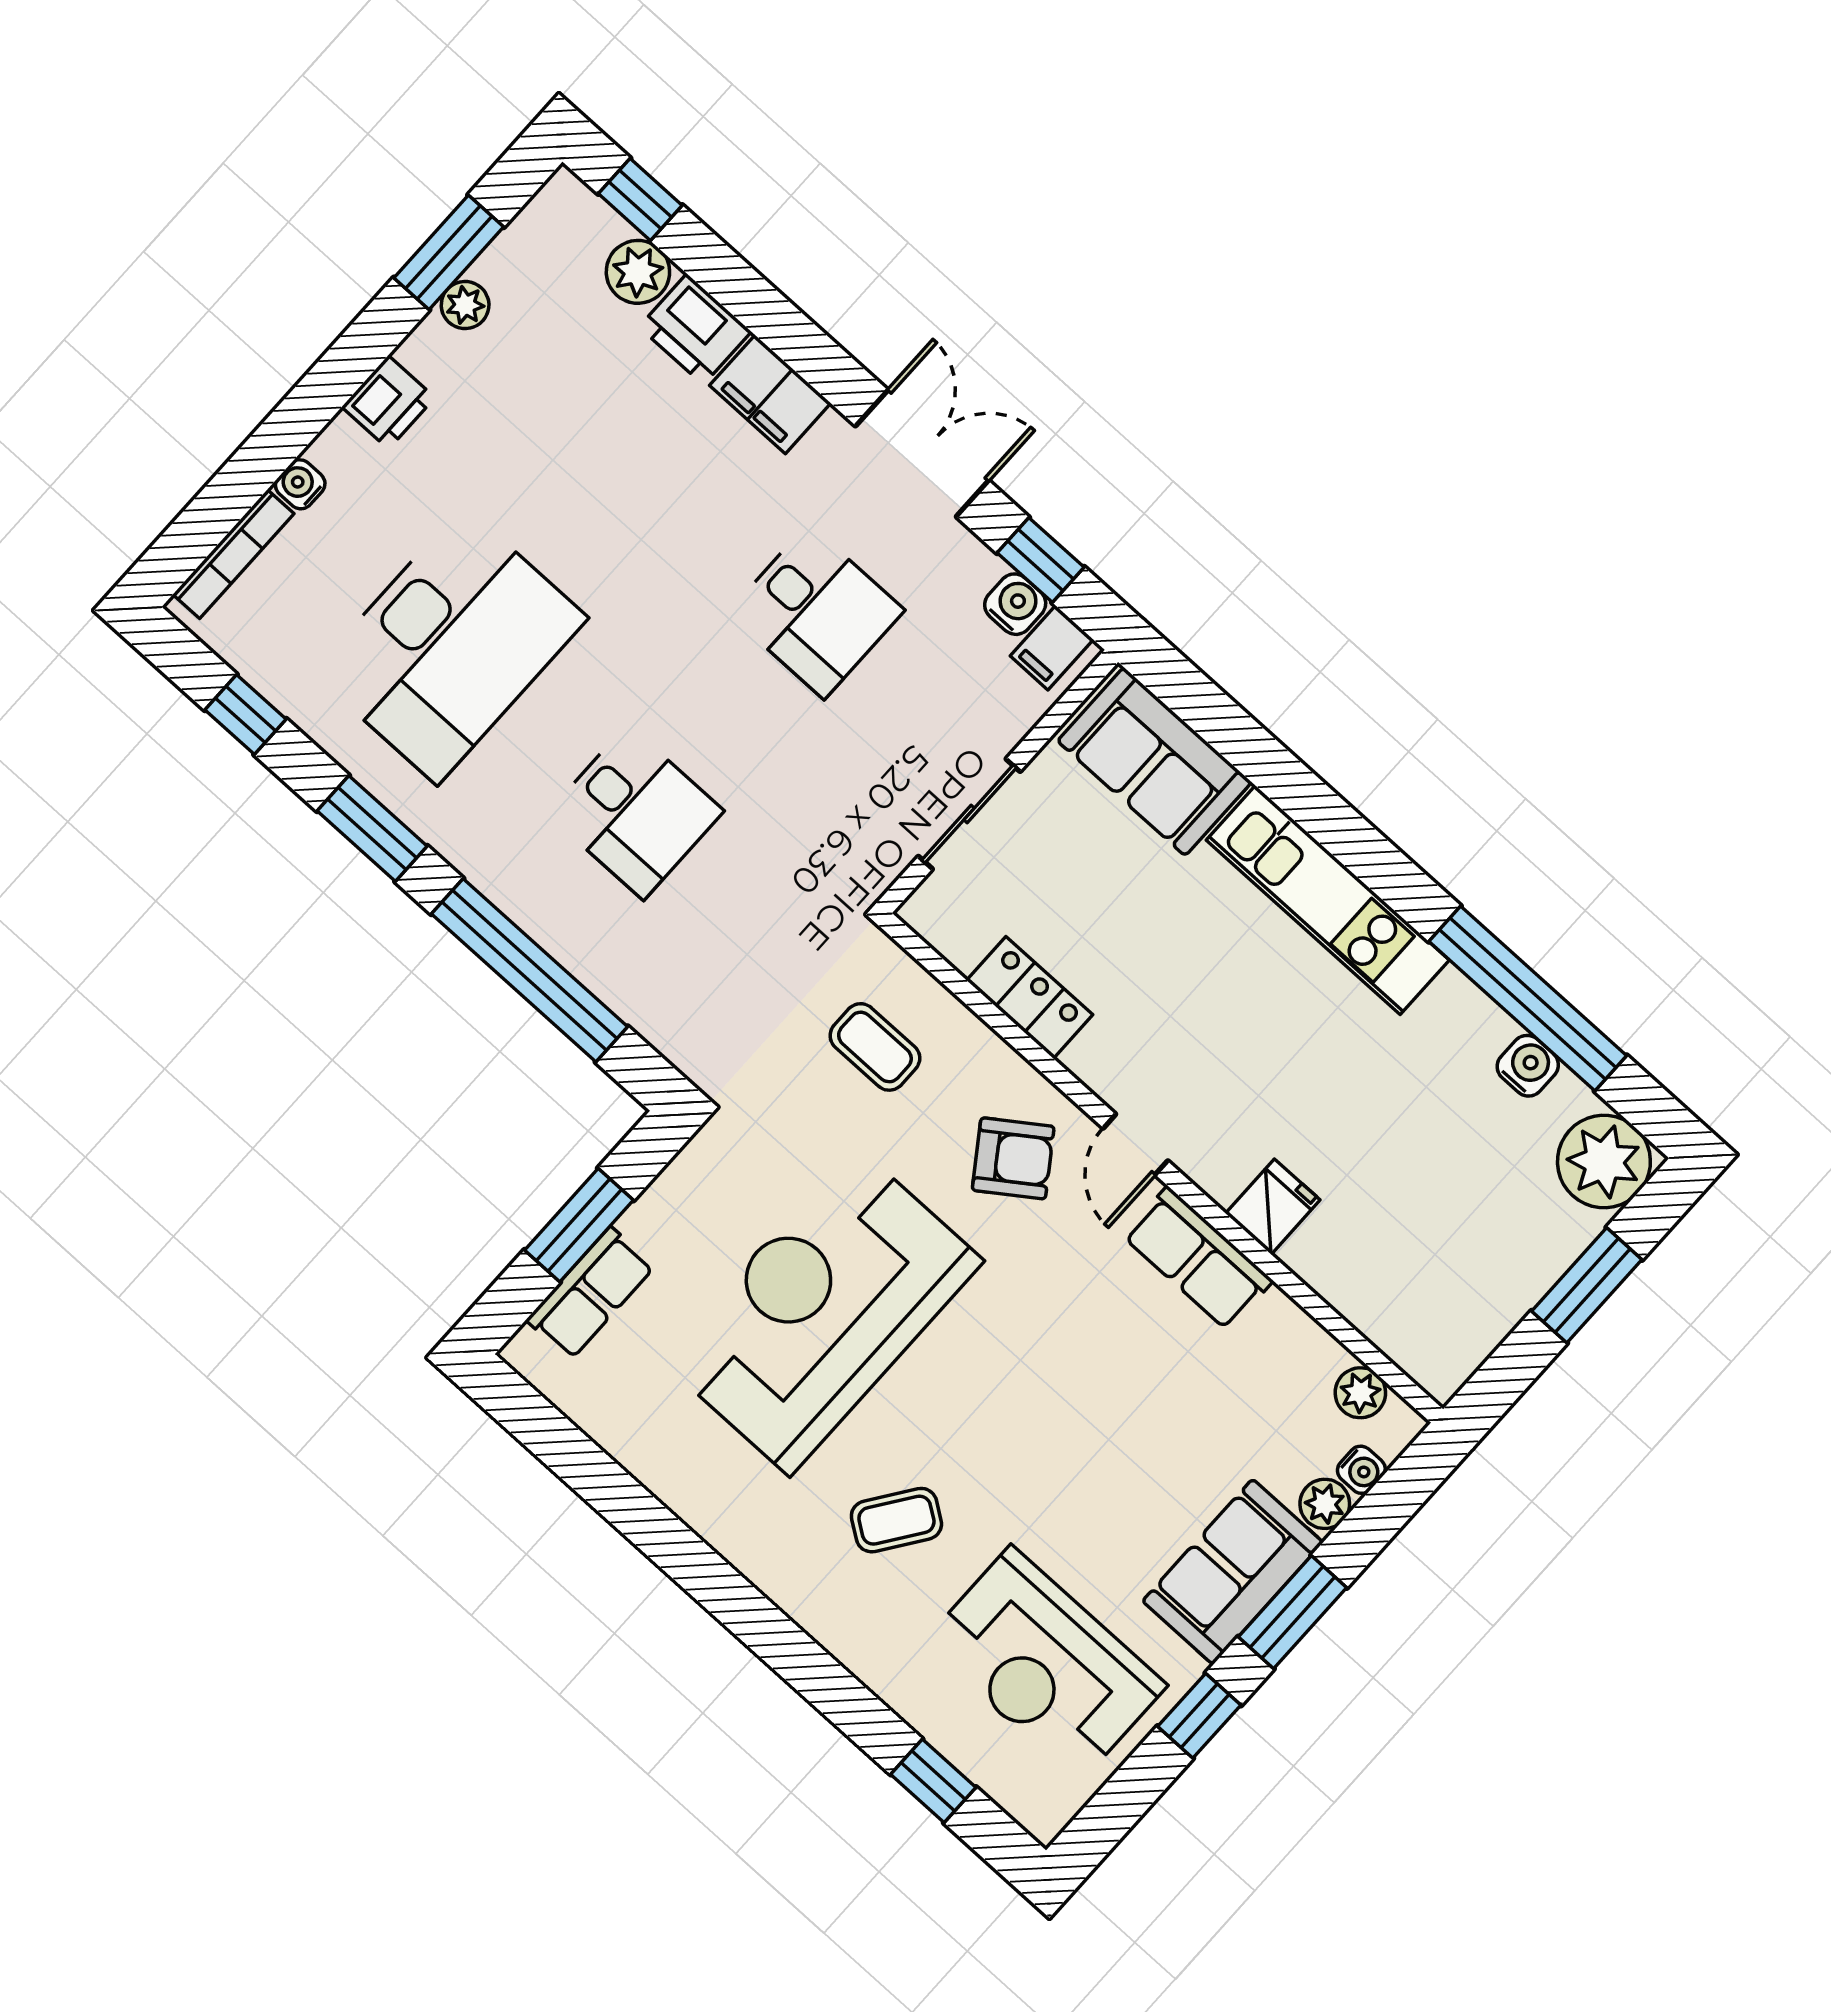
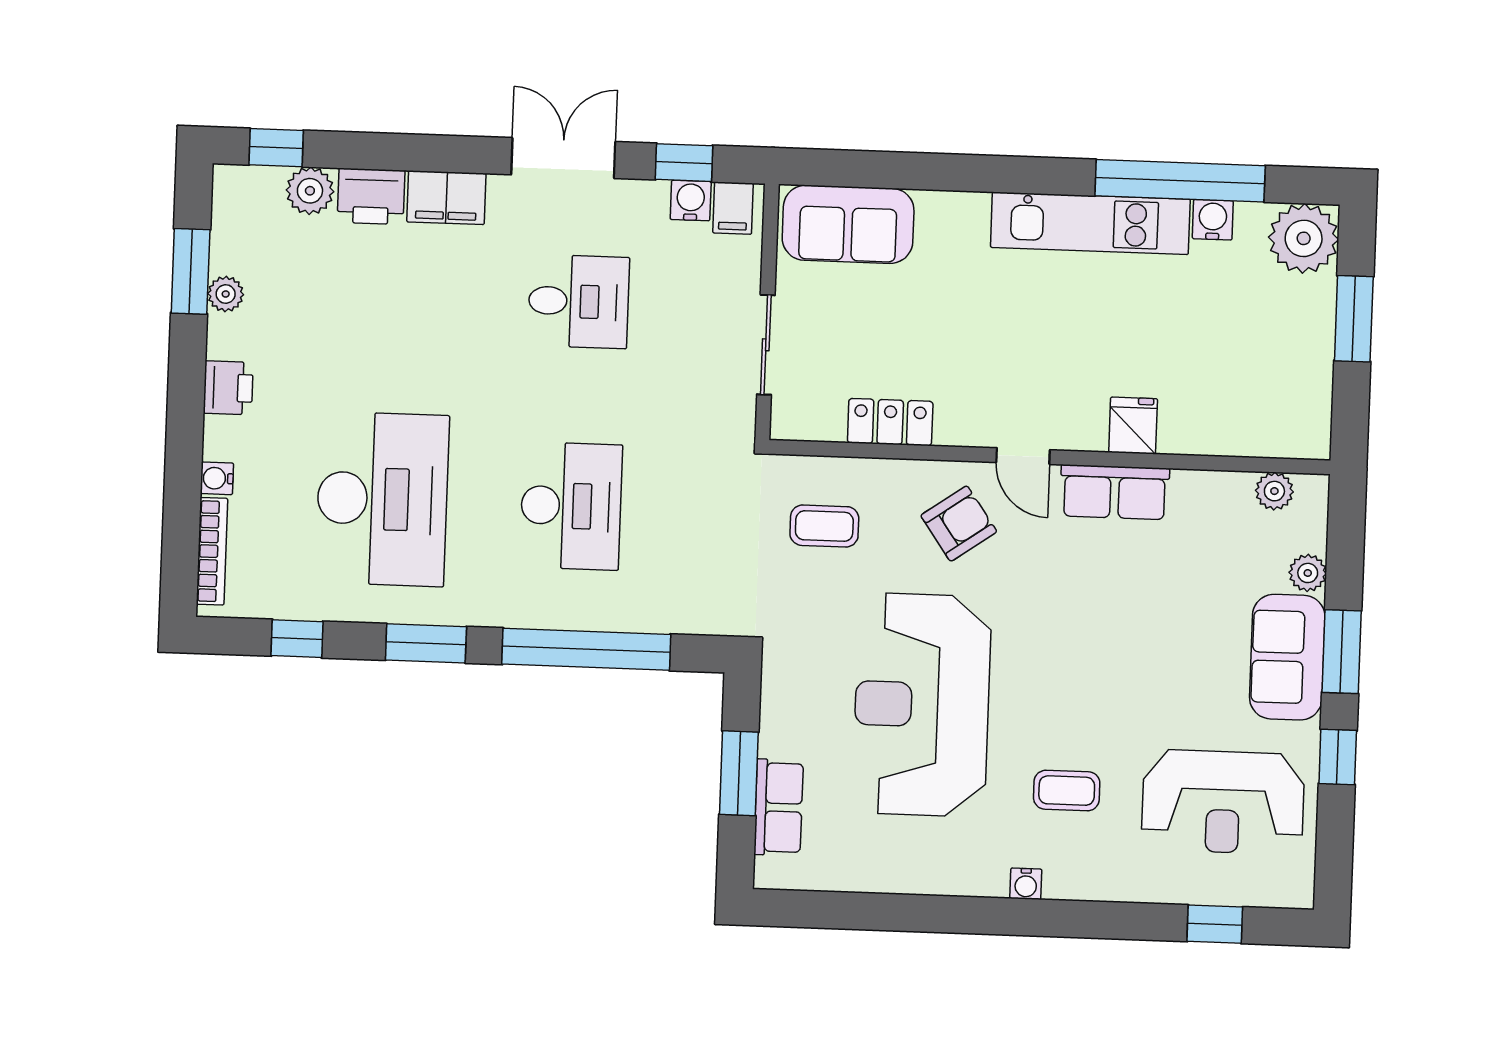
desk: (635, 812) -> (571, 506), width x1.37
kitchen unit: (1328, 900) -> (1090, 223), moved
water cooler: (1361, 1470) -> (1026, 884), moved, turned 90
coffee table: (896, 1520) -> (1067, 791), turned 55

